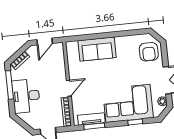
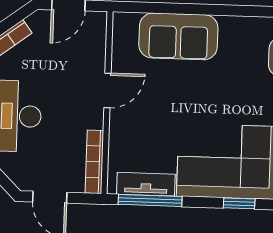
door: (69, 88) -> (107, 90), moved
window: (94, 126) -> (150, 200), width x1.44

